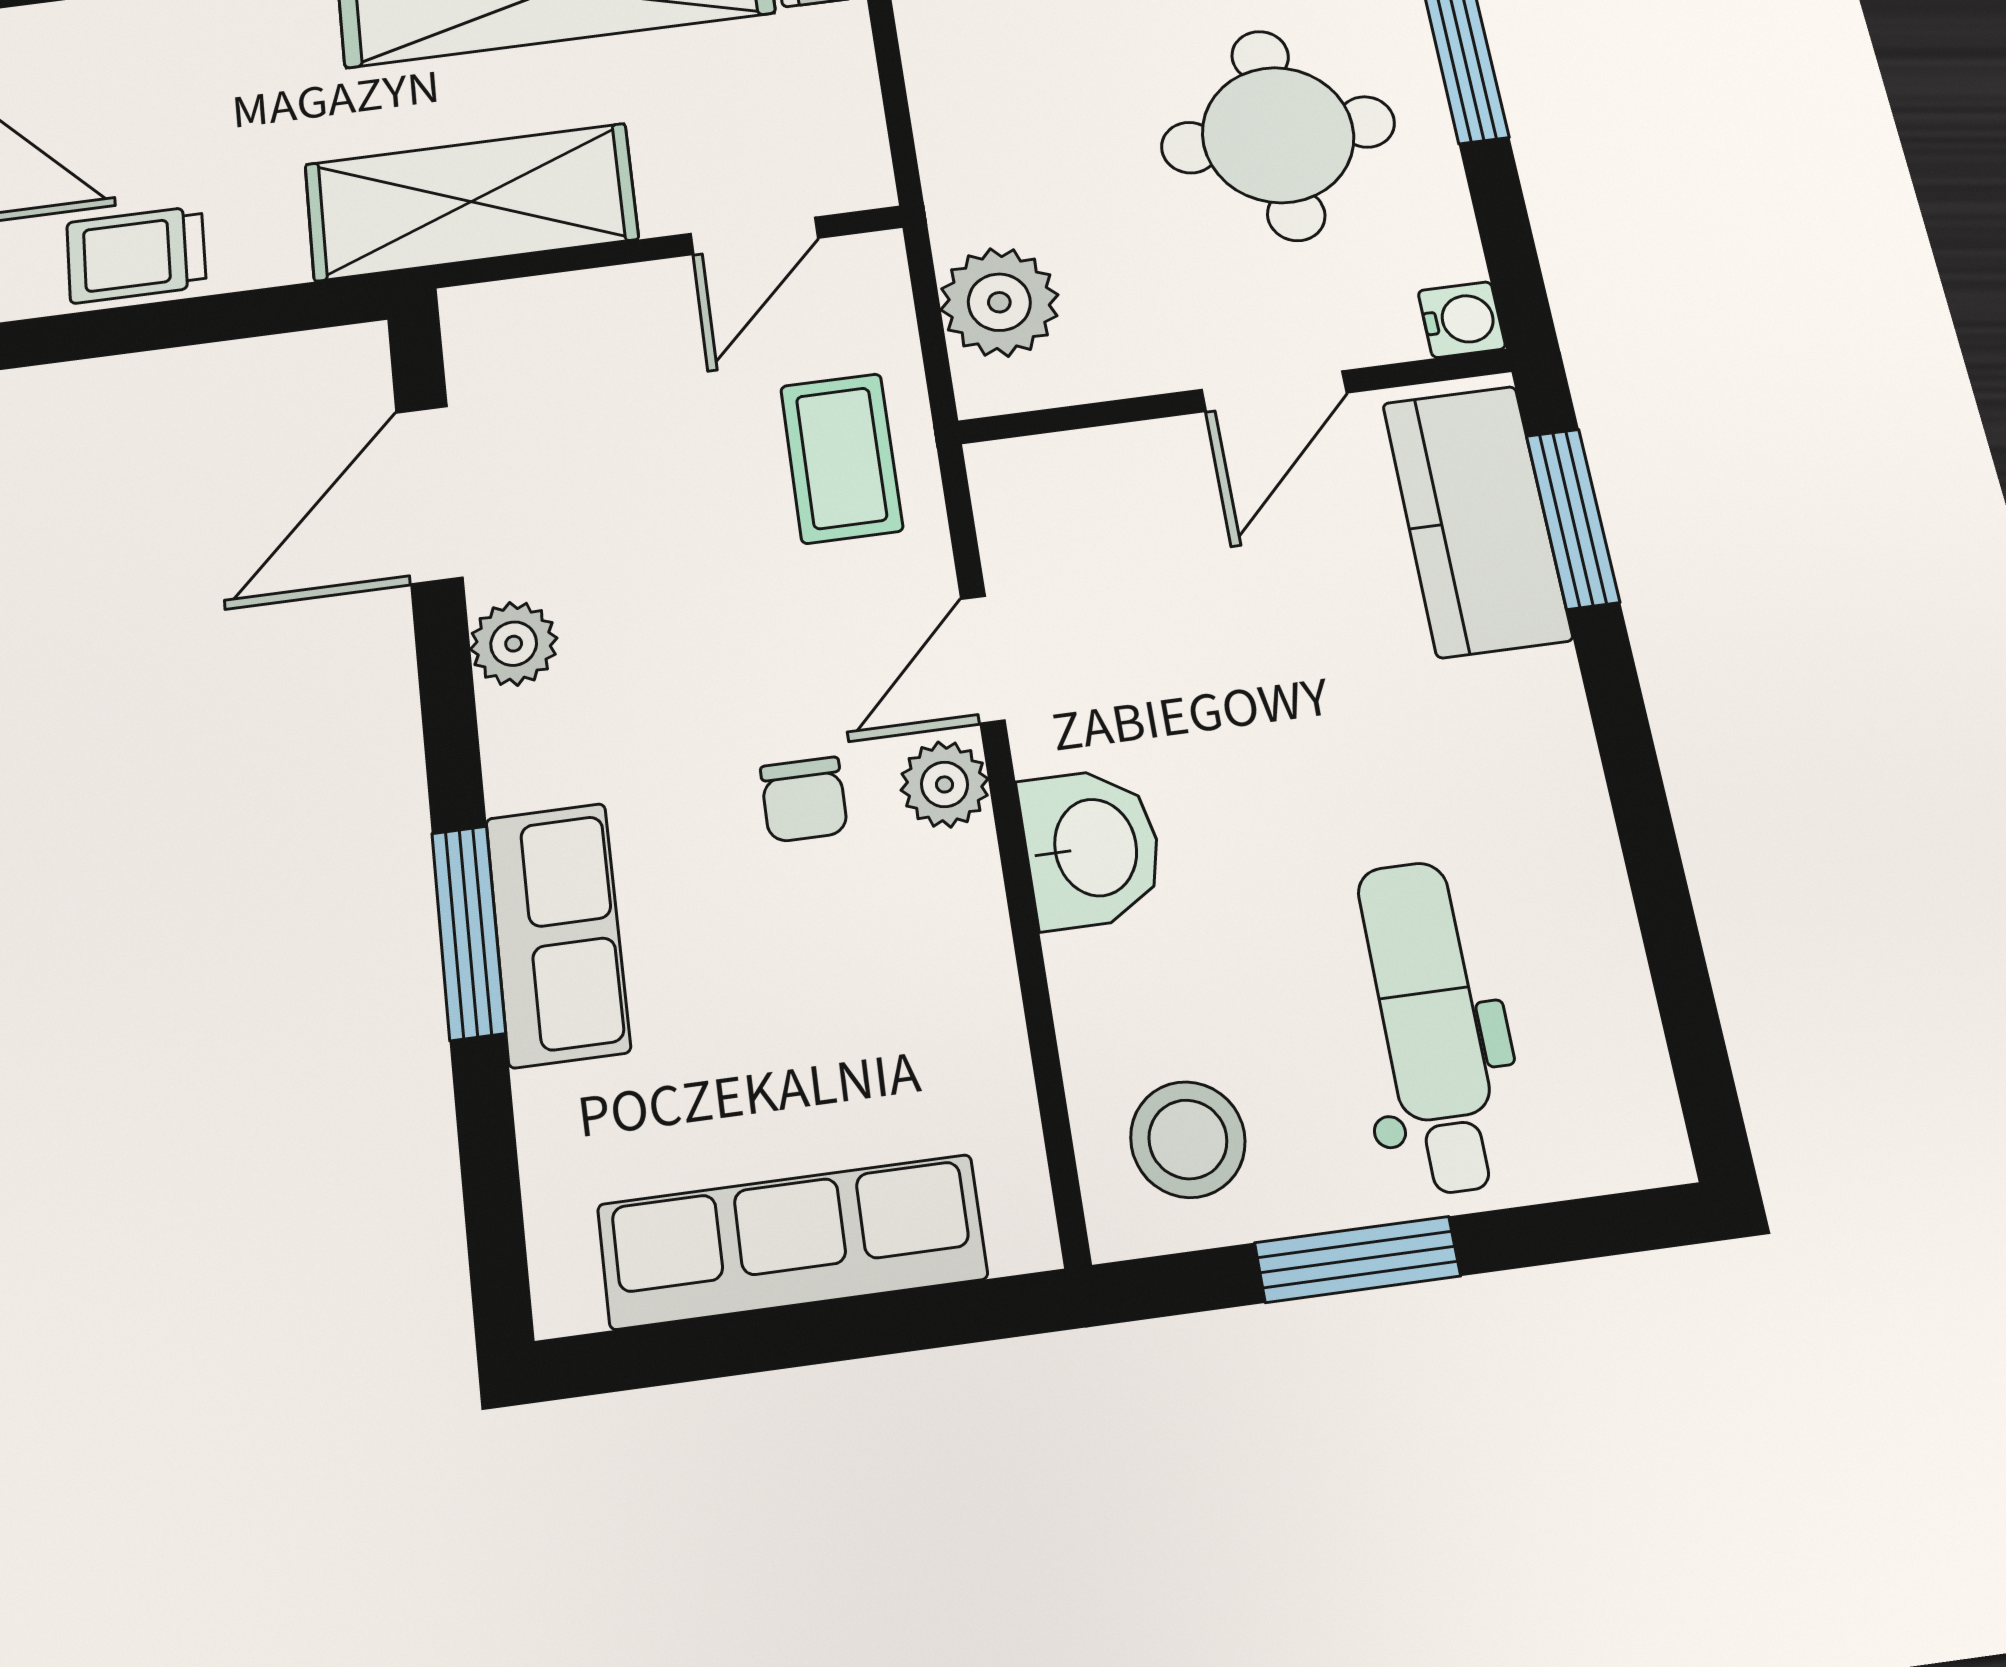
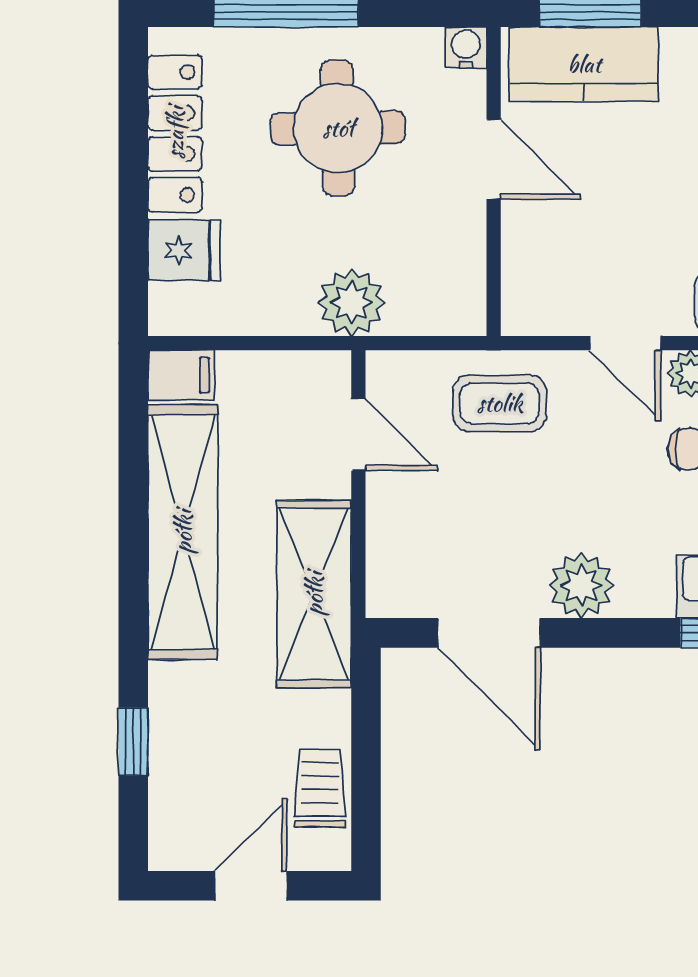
trolley: (136, 254) -> (320, 788), turned 180
plant: (999, 302) -> (352, 302), moved
plant: (514, 644) -> (581, 586), width x1.38, depth x1.38

